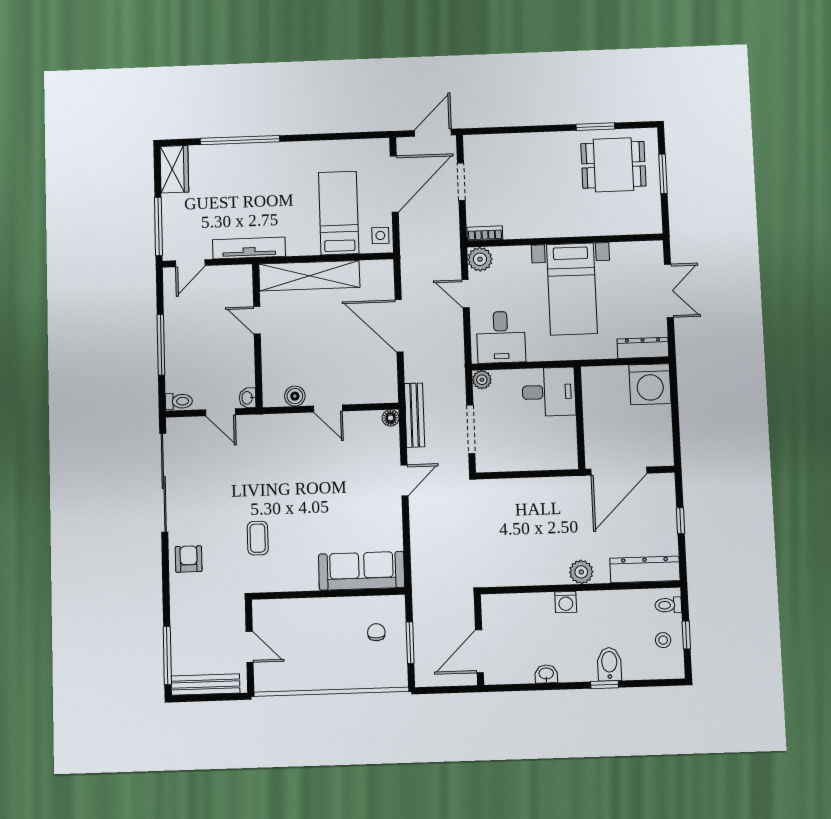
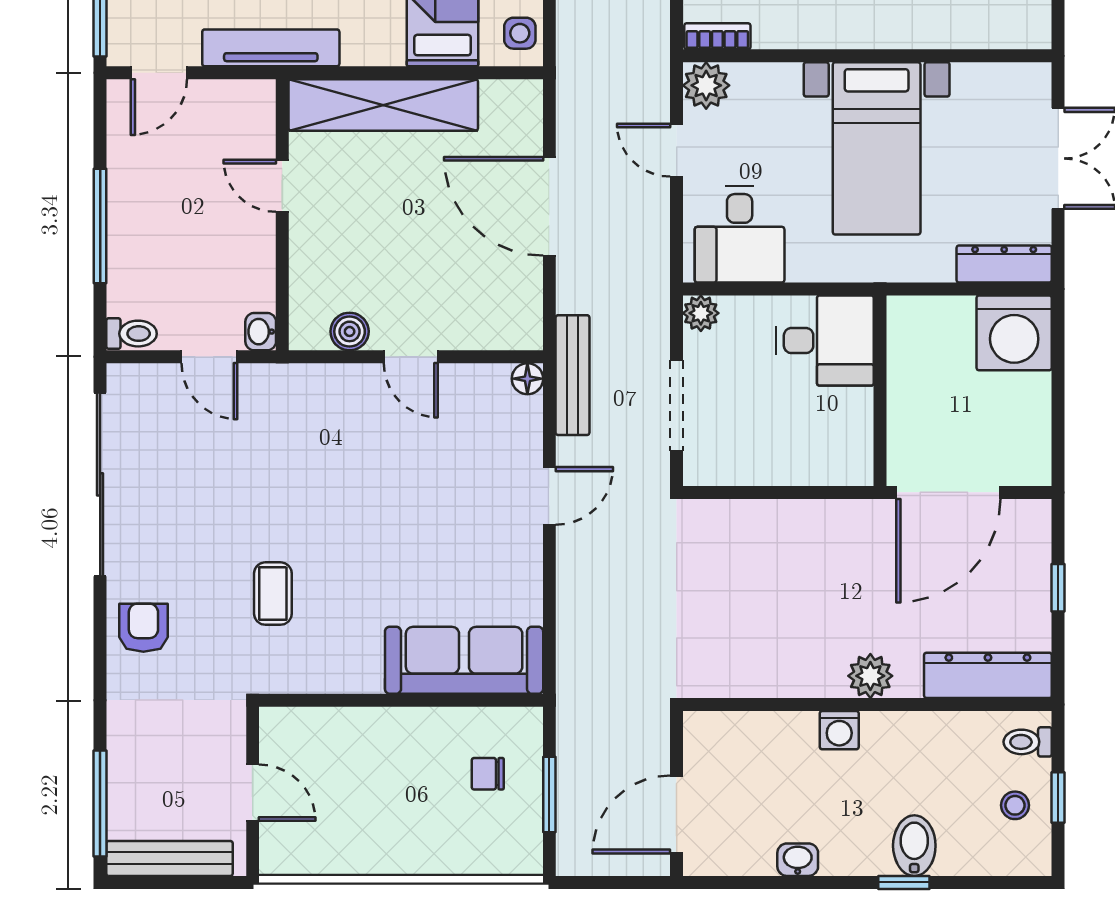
chair: (376, 632) -> (488, 774), turned -90

